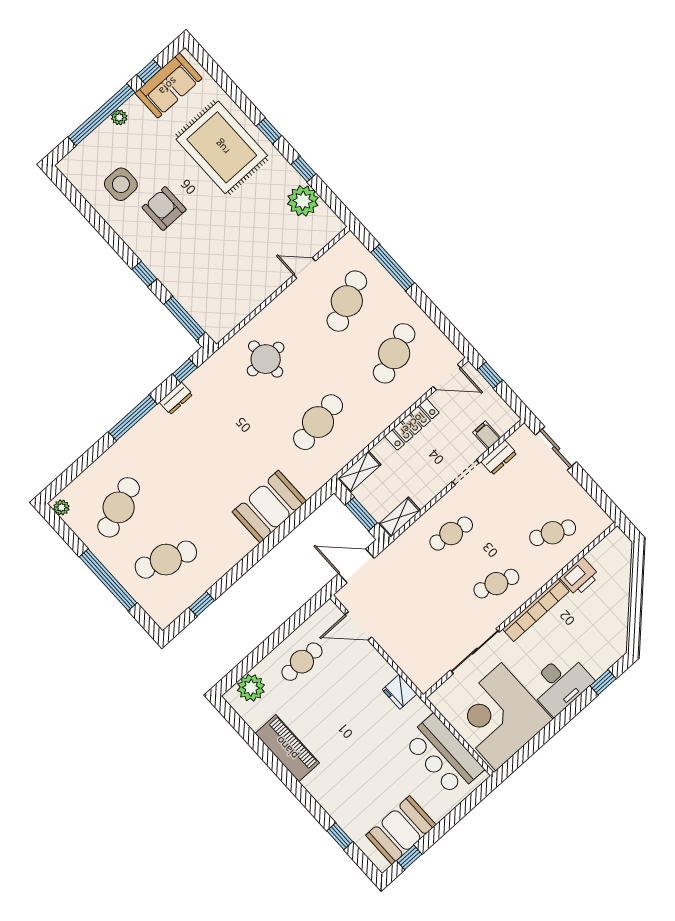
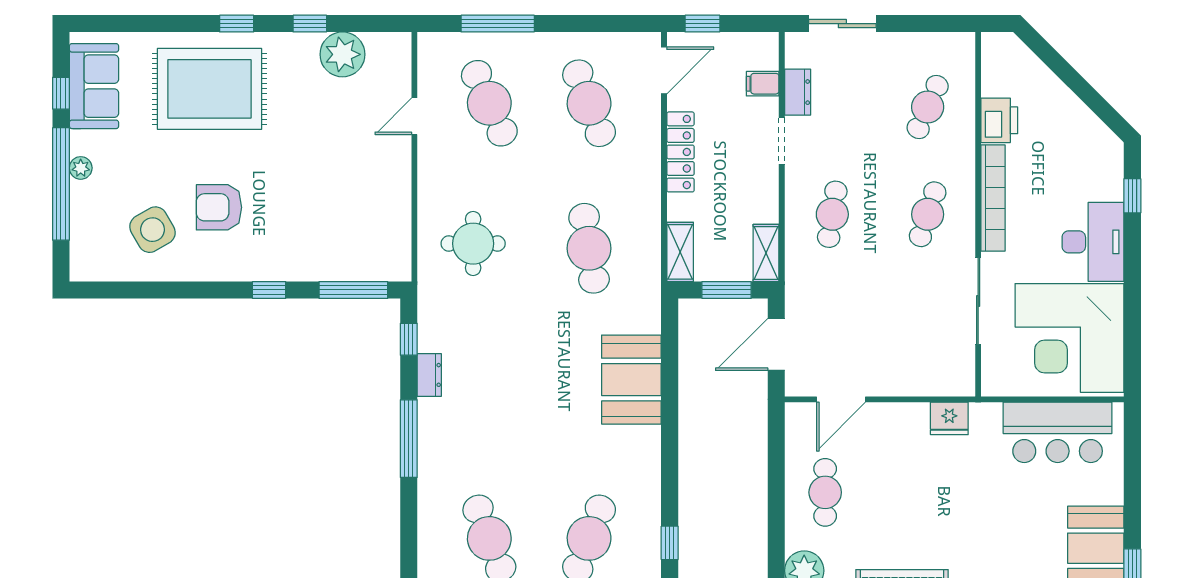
side table: (121, 184) -> (152, 230), turned -30

